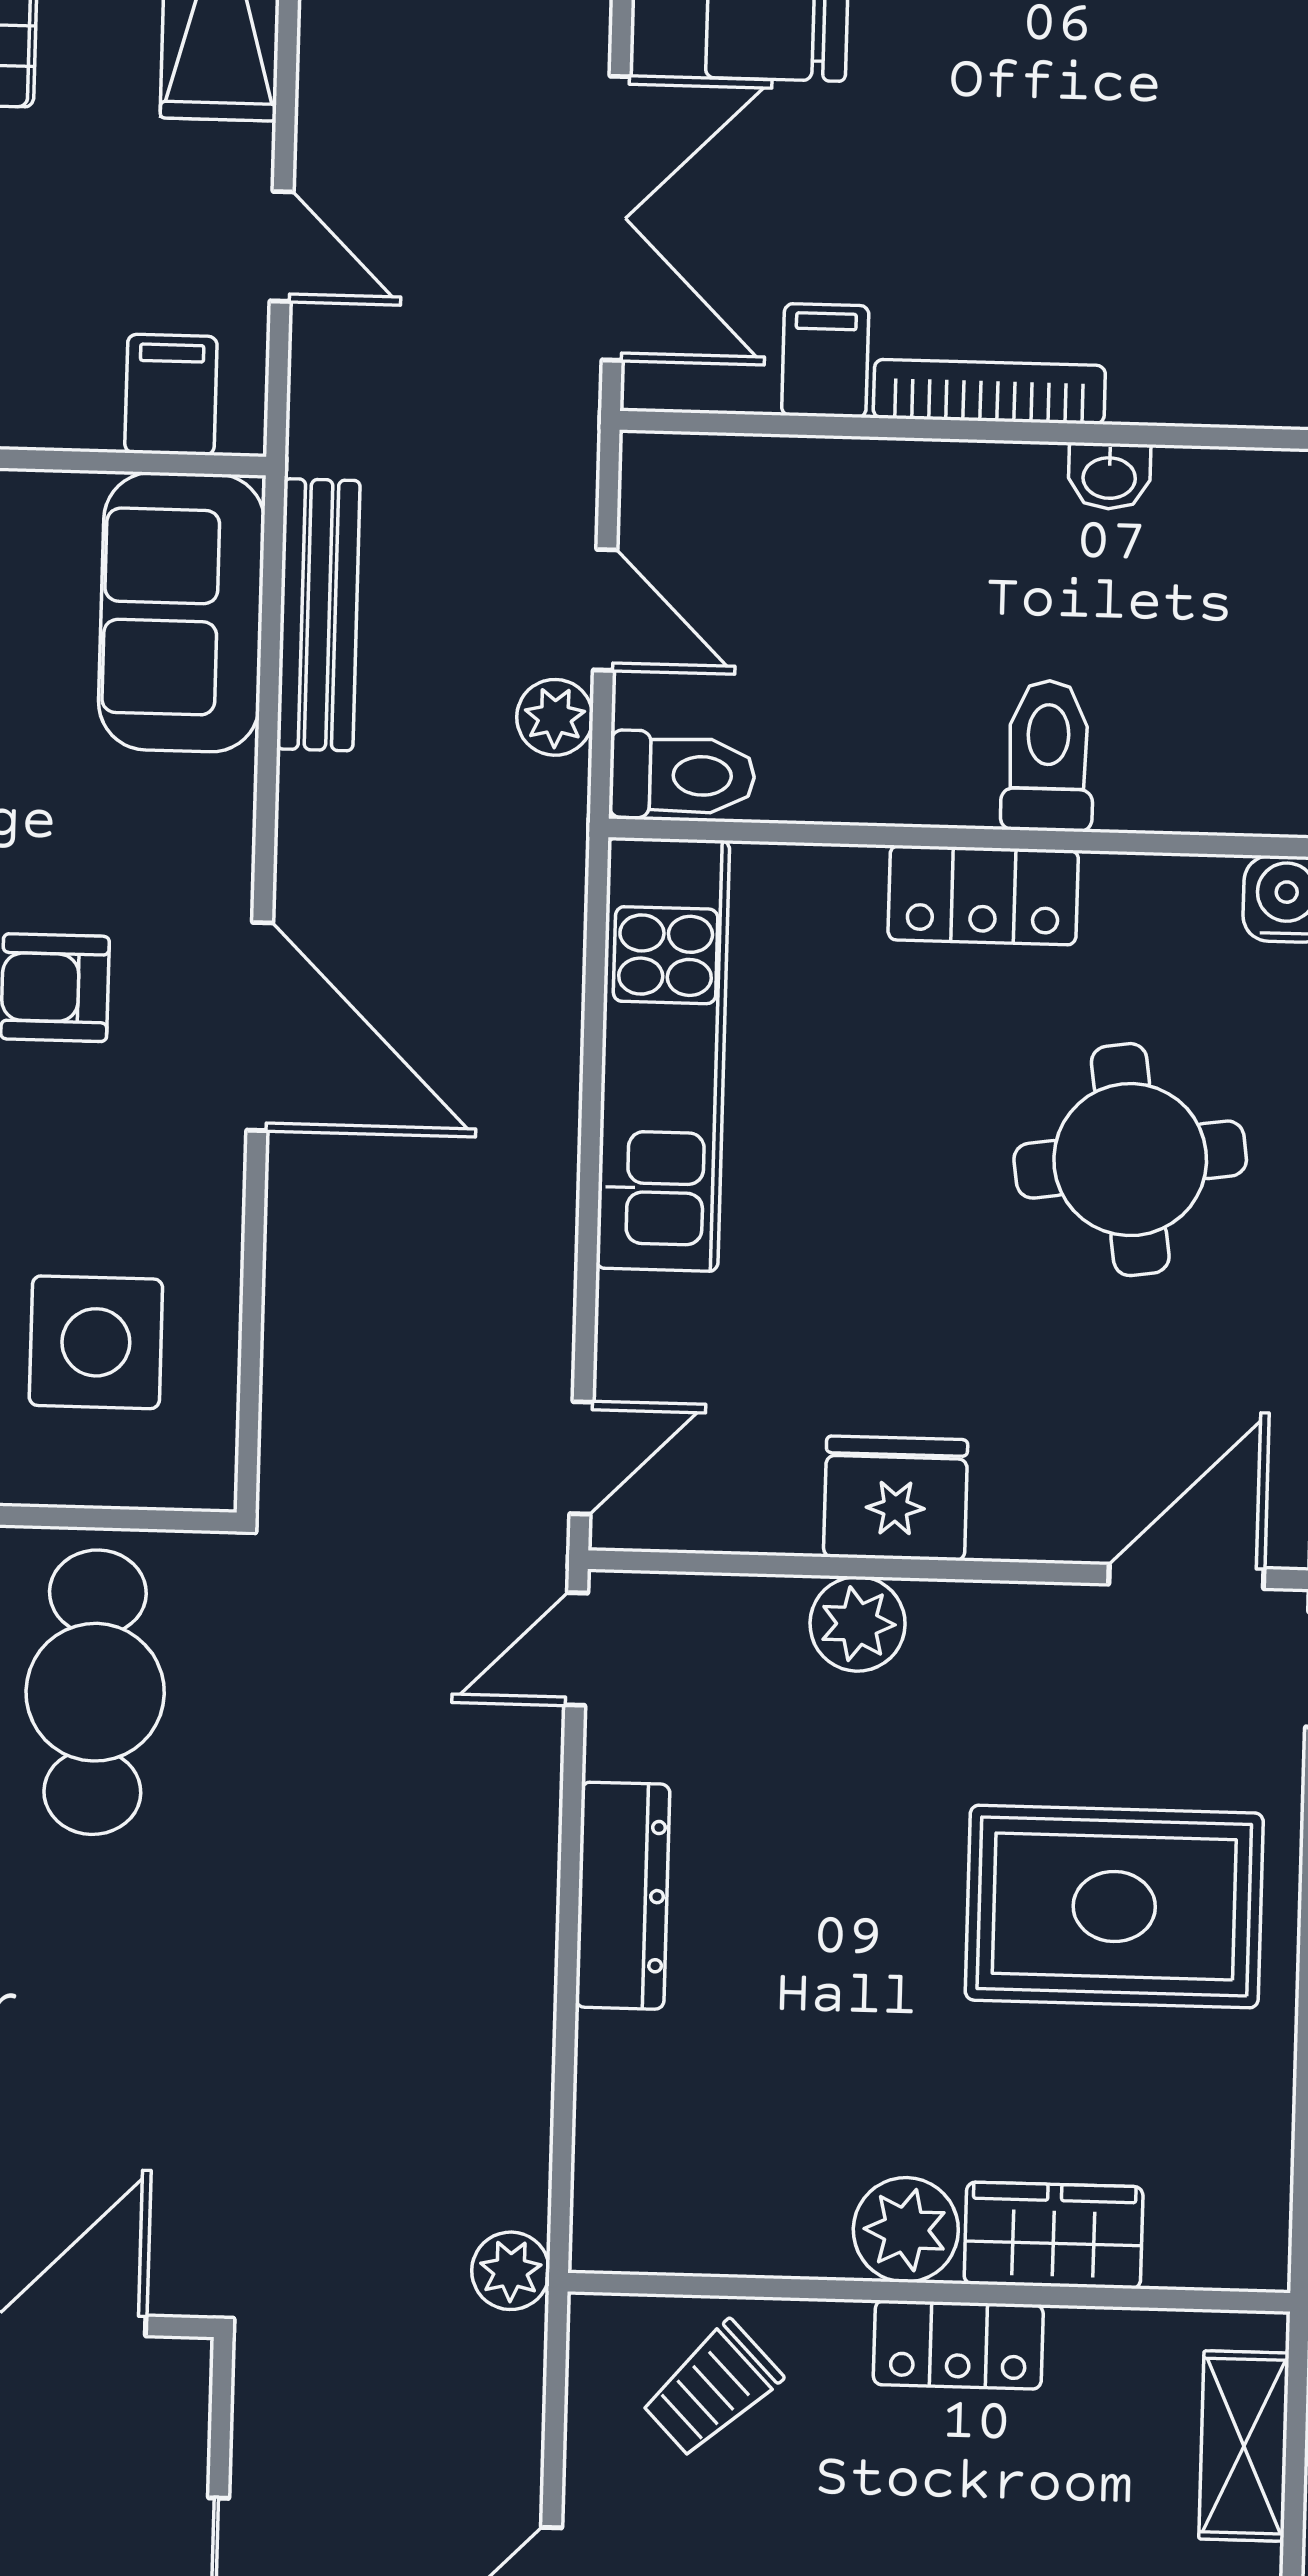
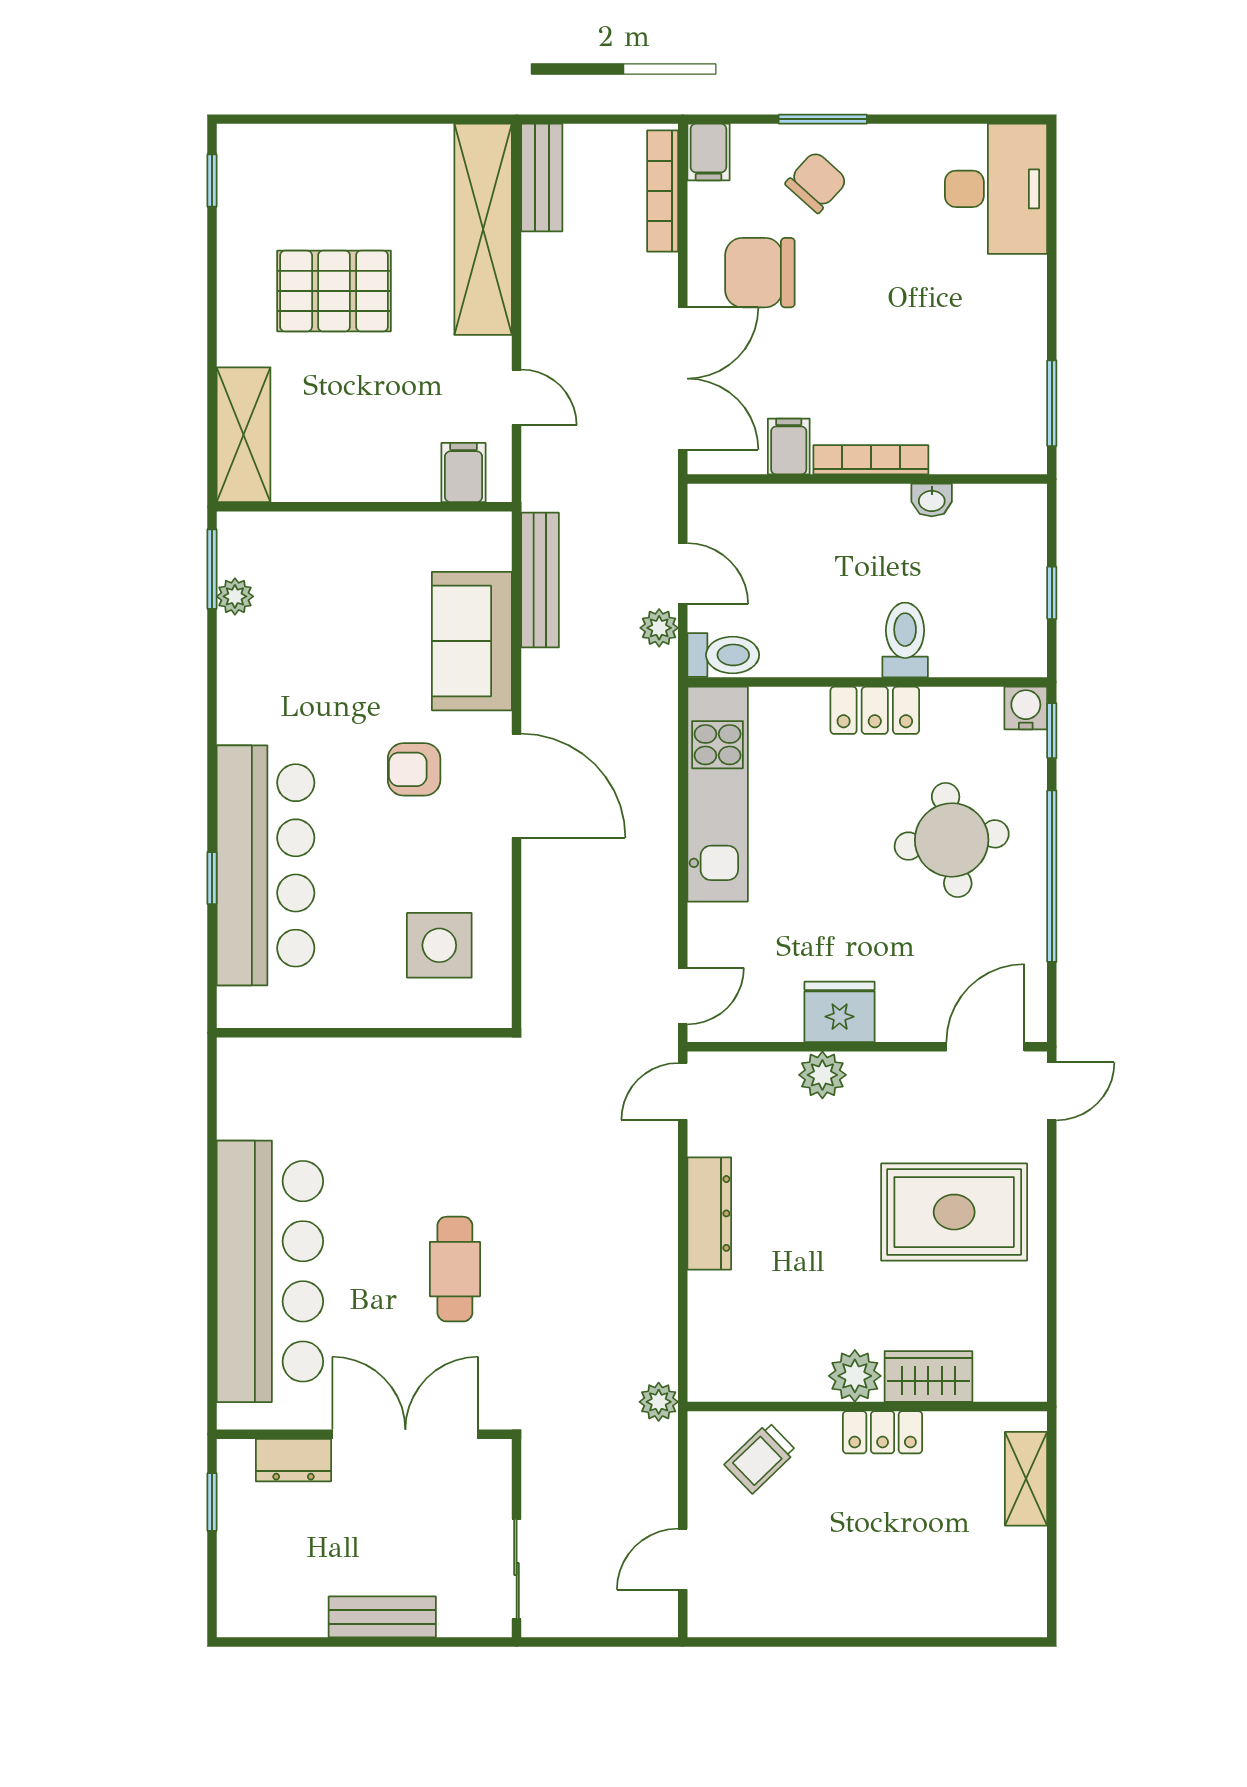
sofa: (182, 612) -> (472, 641), moved
cafe table: (95, 1692) -> (455, 1269), moved, width x0.73, depth x0.74

